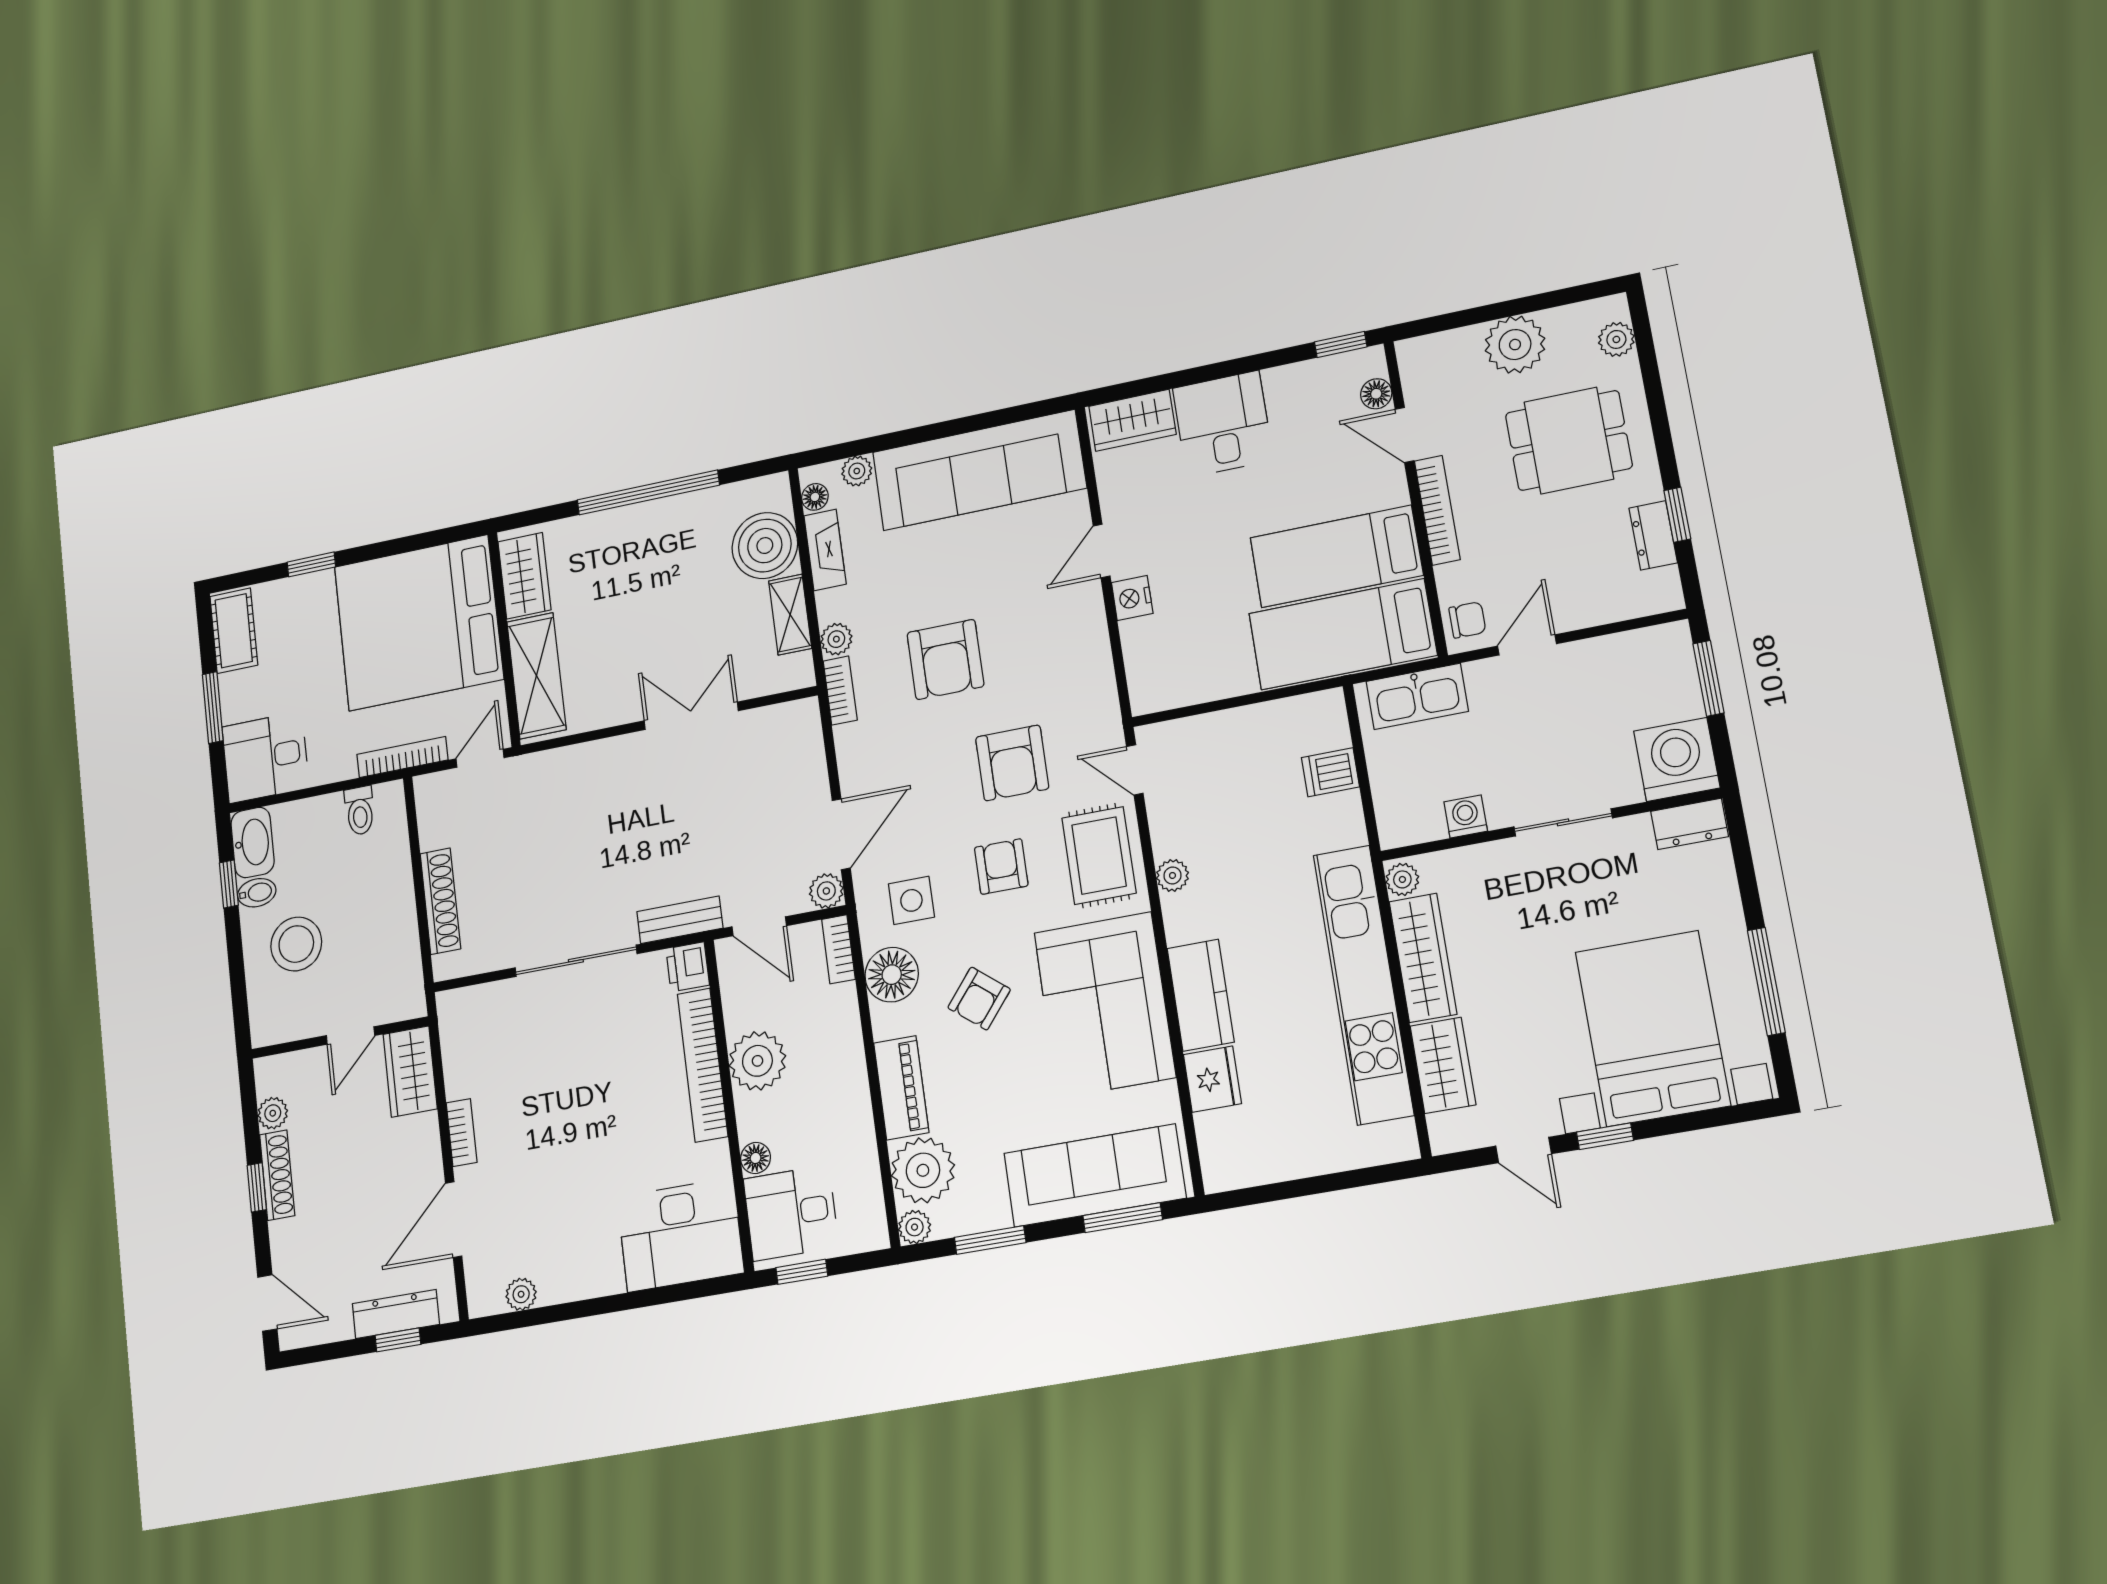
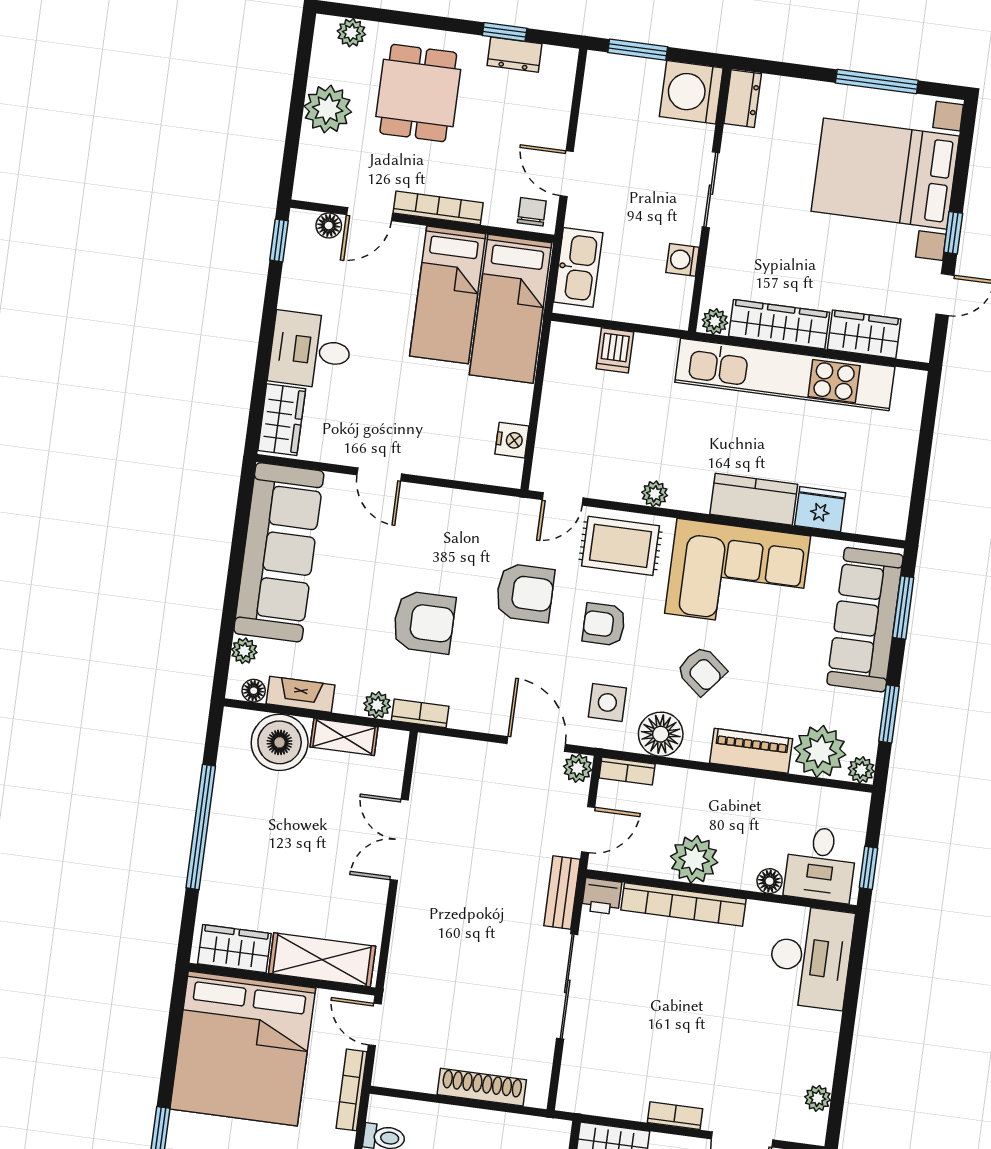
nightstand: (1132, 598) -> (512, 440), moved, turned -90

